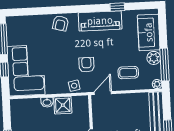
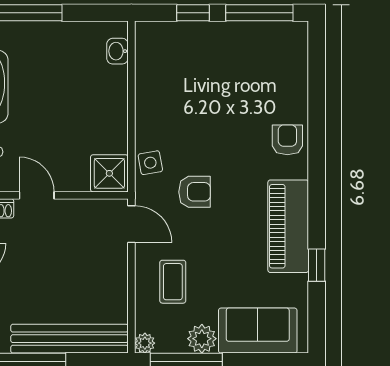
armchair: (60, 23) -> (287, 140), turned 75
corner sofa: (26, 70) -> (189, 60), removed
washbasin: (47, 102) -> (117, 51), moved
shower: (63, 105) -> (109, 173), moved

